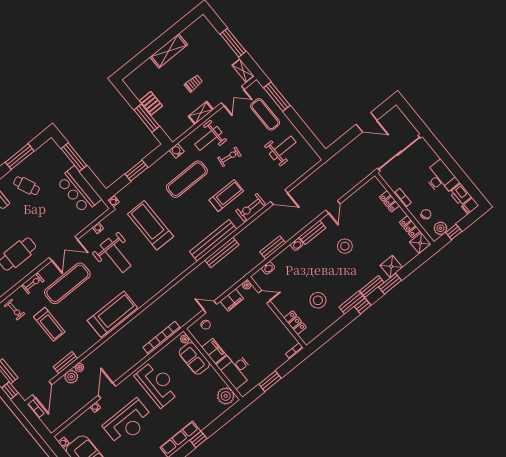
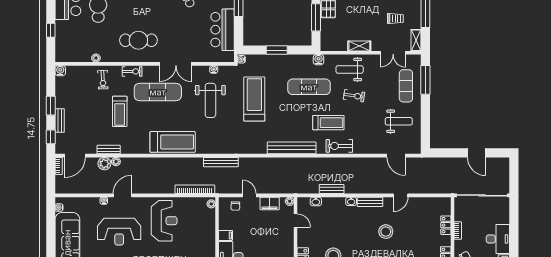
trolley: (193, 83) -> (395, 18), moved
door: (279, 197) -> (396, 156), moved
bench: (222, 252) -> (221, 162), moved
filing cabinet: (214, 351) -> (226, 235), width x0.50
sofa: (194, 358) -> (207, 224), removed

